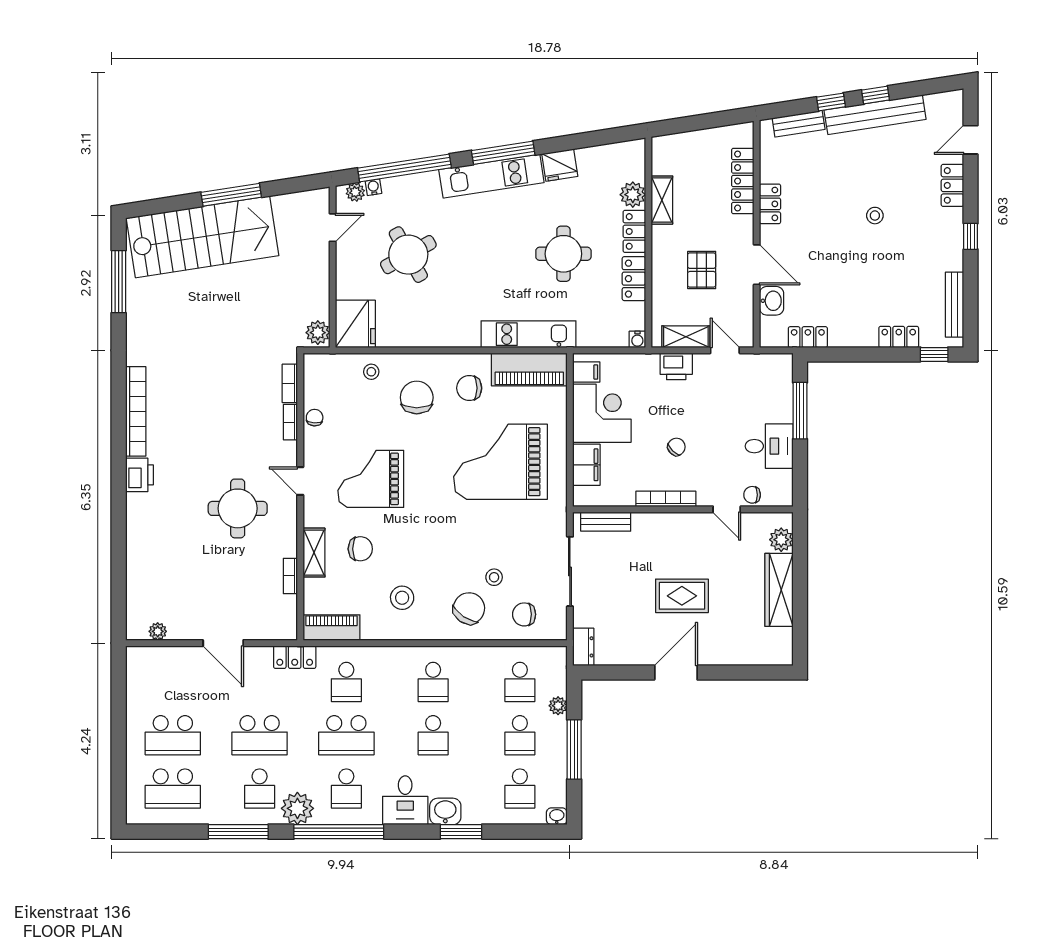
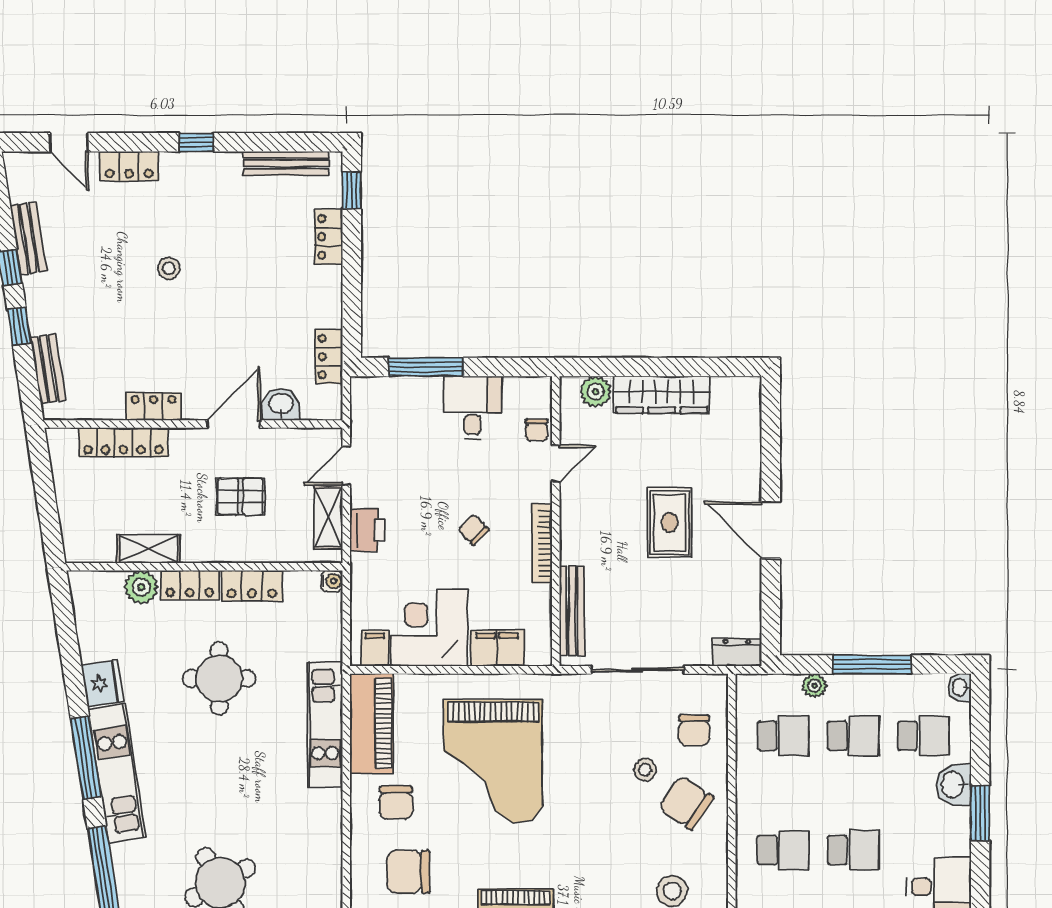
bench: (875, 115) -> (28, 238), width x0.54, depth x0.82
bench: (606, 522) -> (572, 611), width x1.36
washbasin: (445, 811) -> (954, 785), moved

